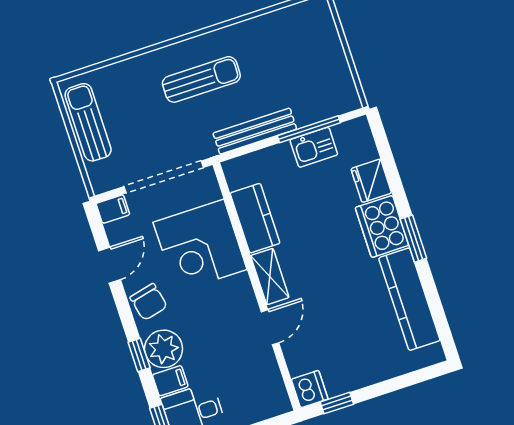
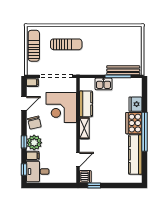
sun lounger: (201, 79) -> (66, 44), moved
bench: (255, 131) -> (123, 70), moved
kitchen sink: (314, 147) -> (103, 84), moved
window: (413, 239) -> (144, 132), width x2.11
door: (270, 327) -> (78, 159), moved

